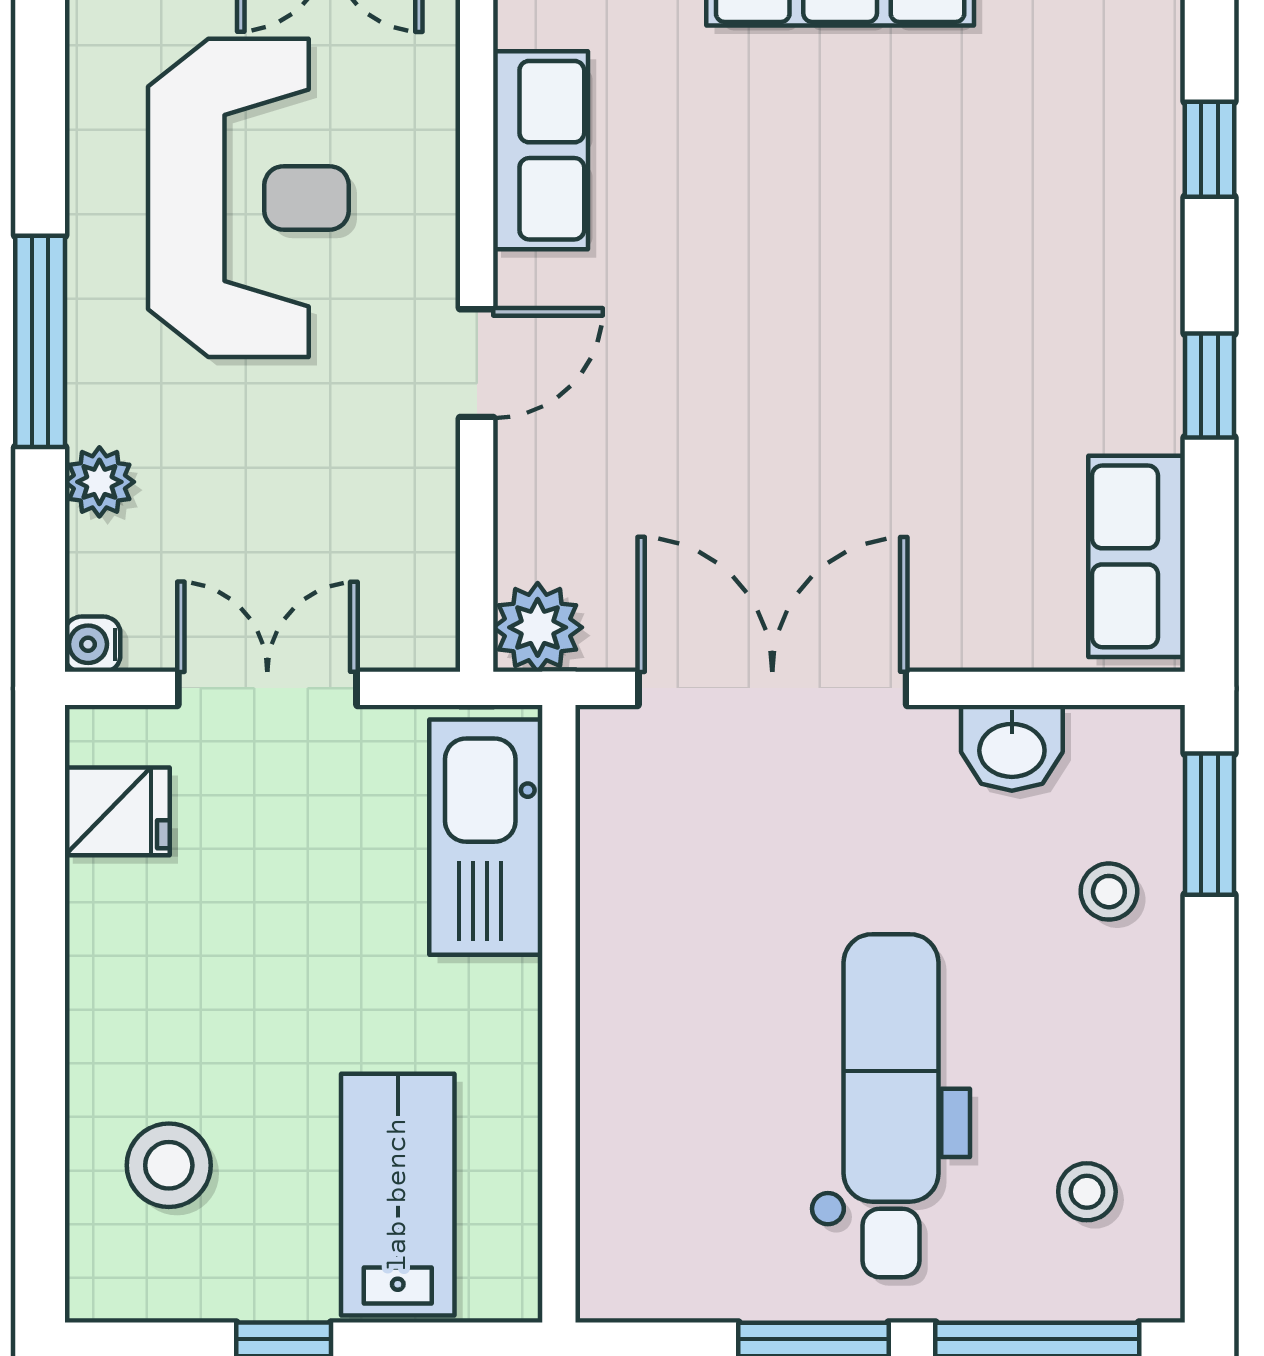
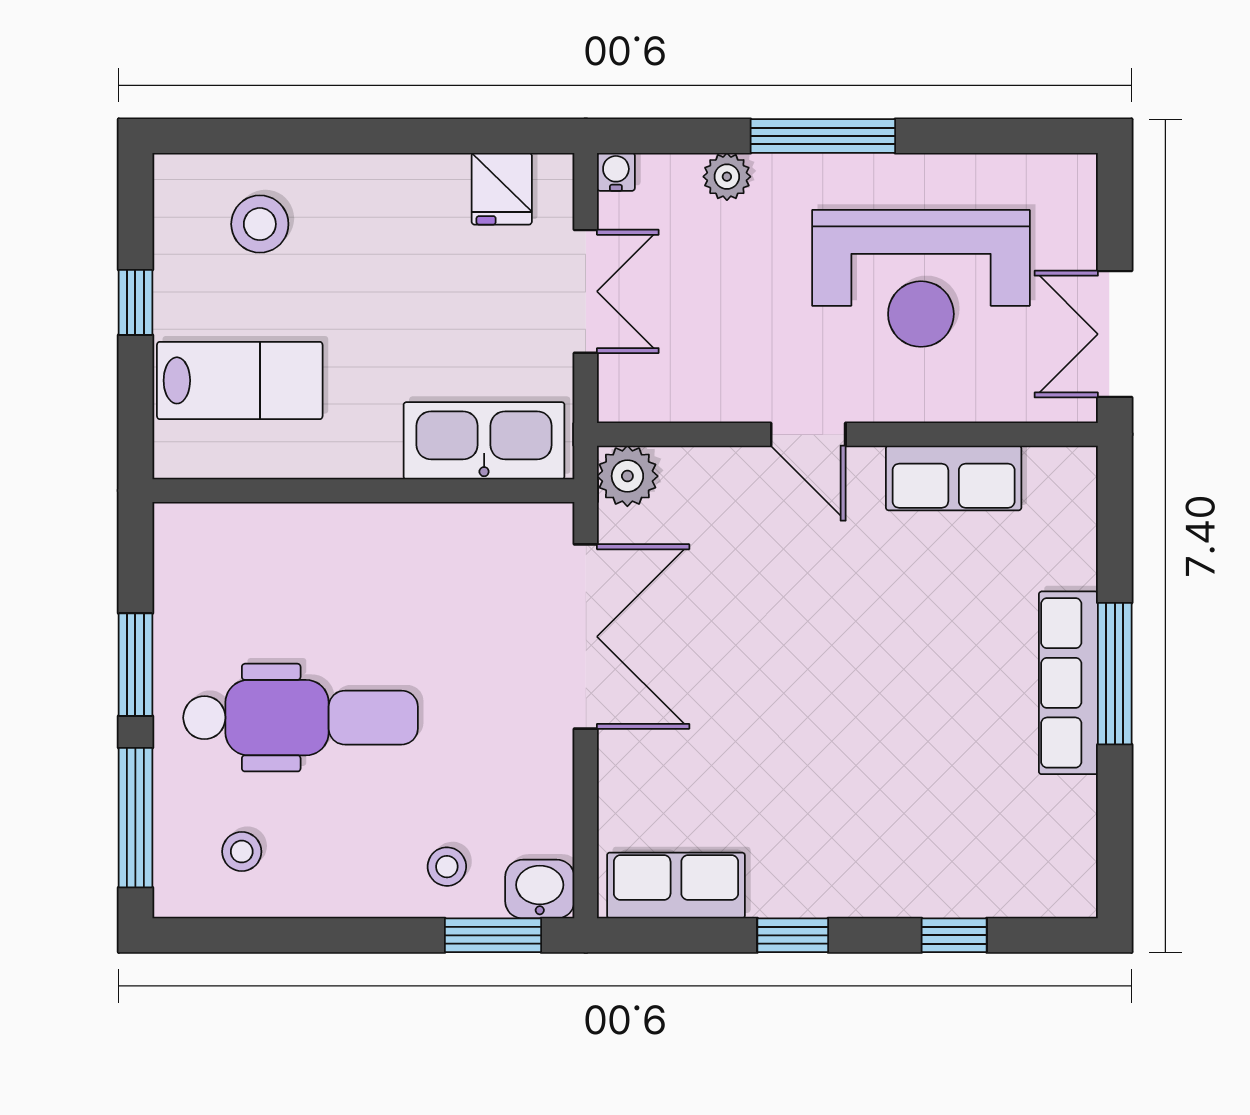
washbasin: (1012, 748) -> (540, 889), moved, turned 90

